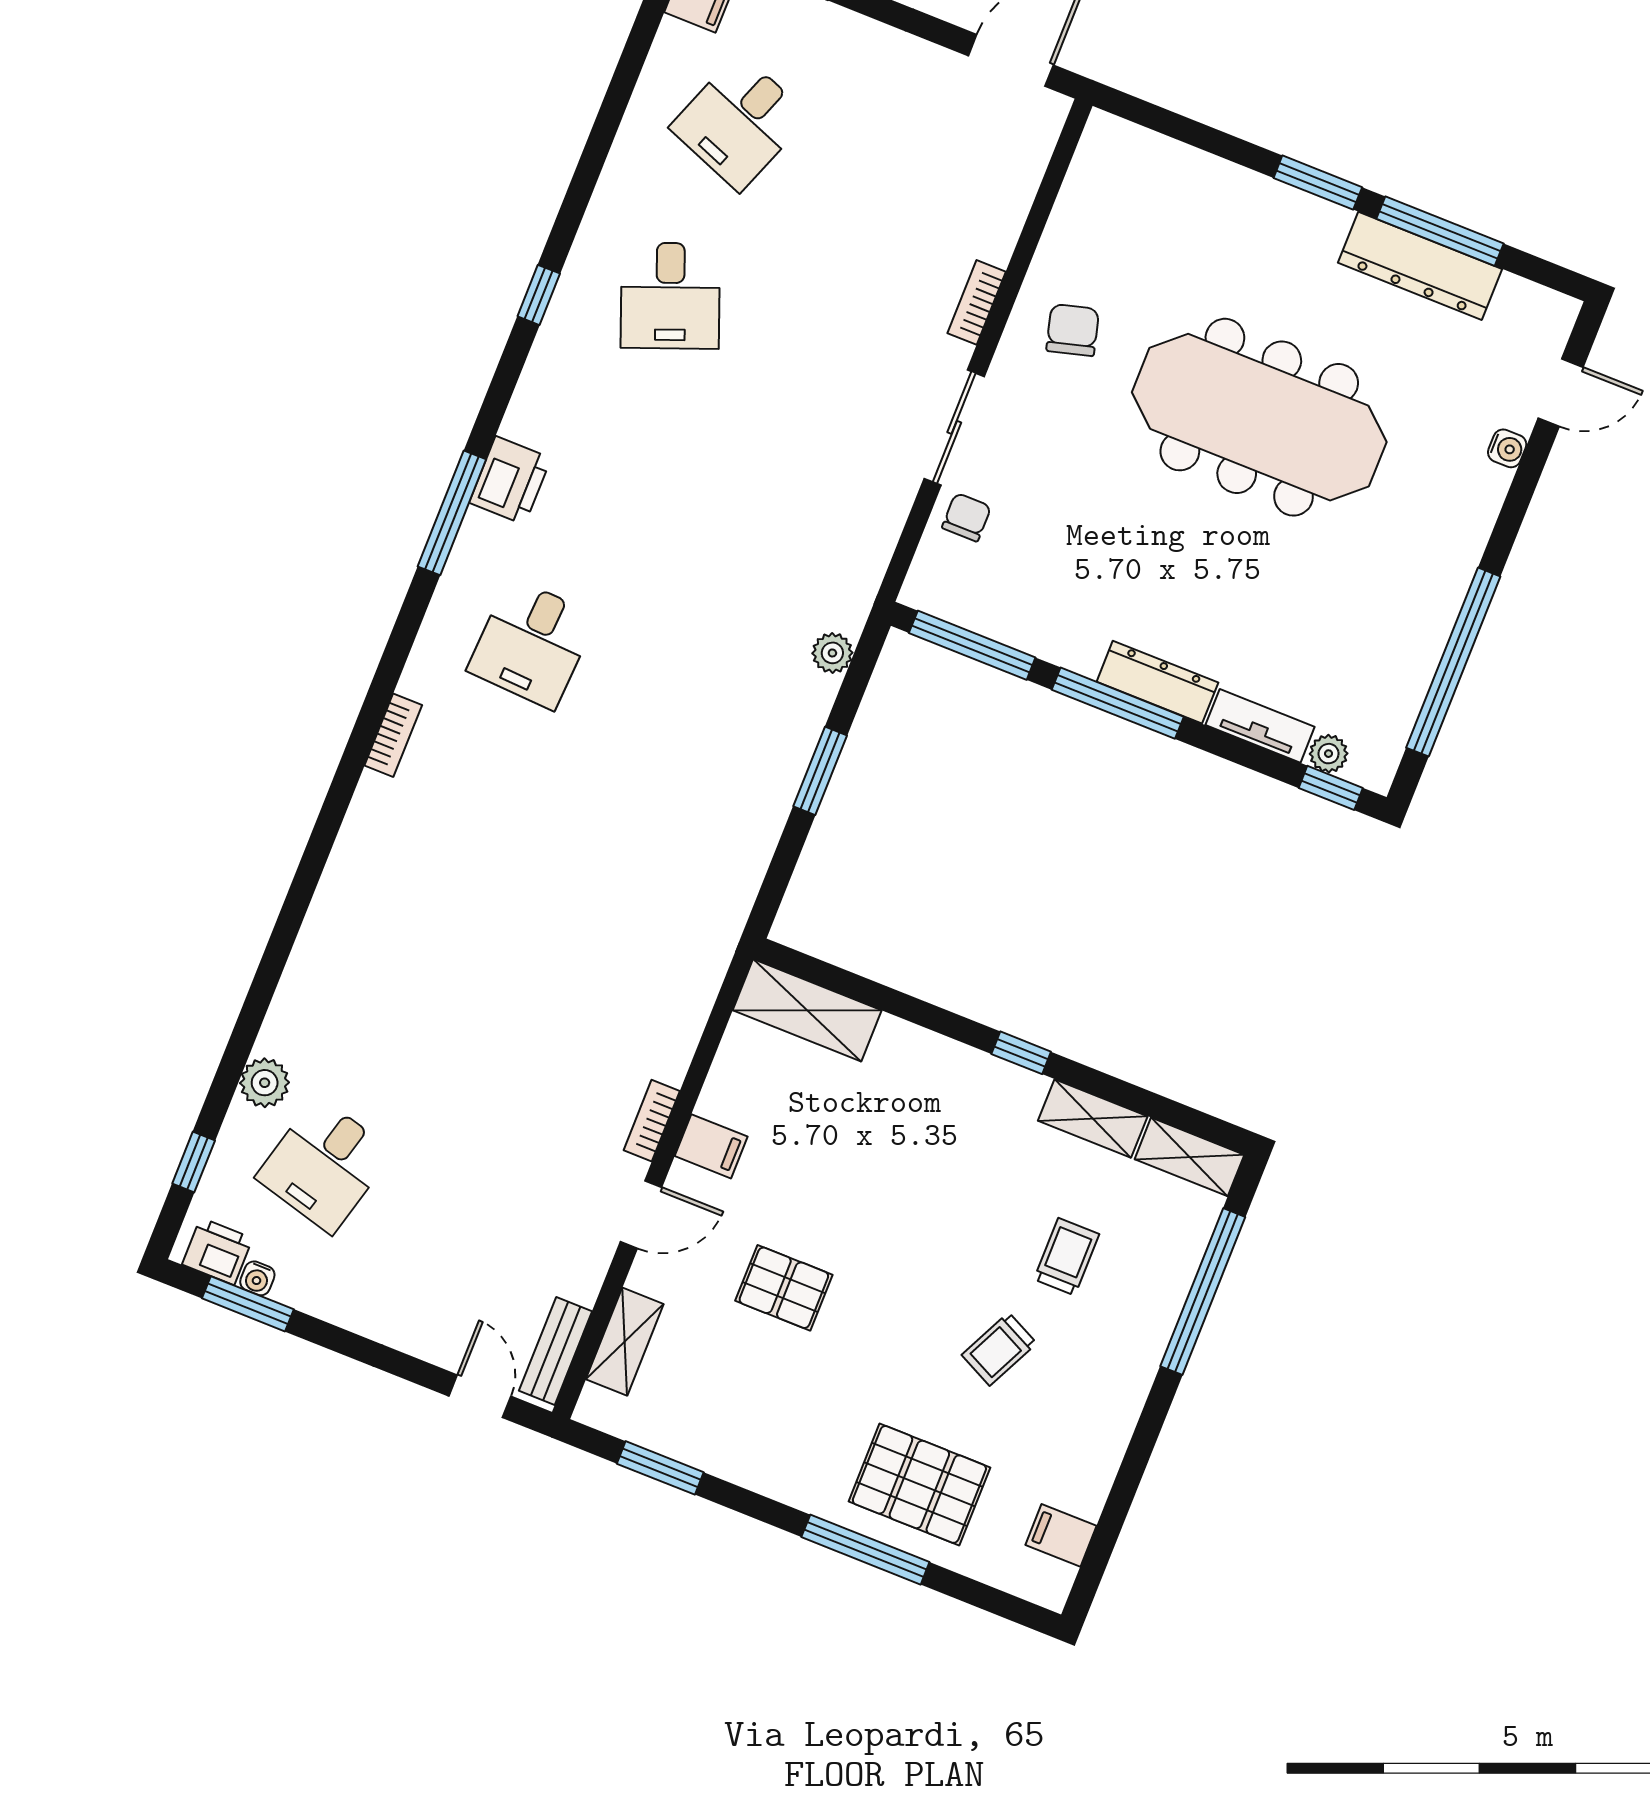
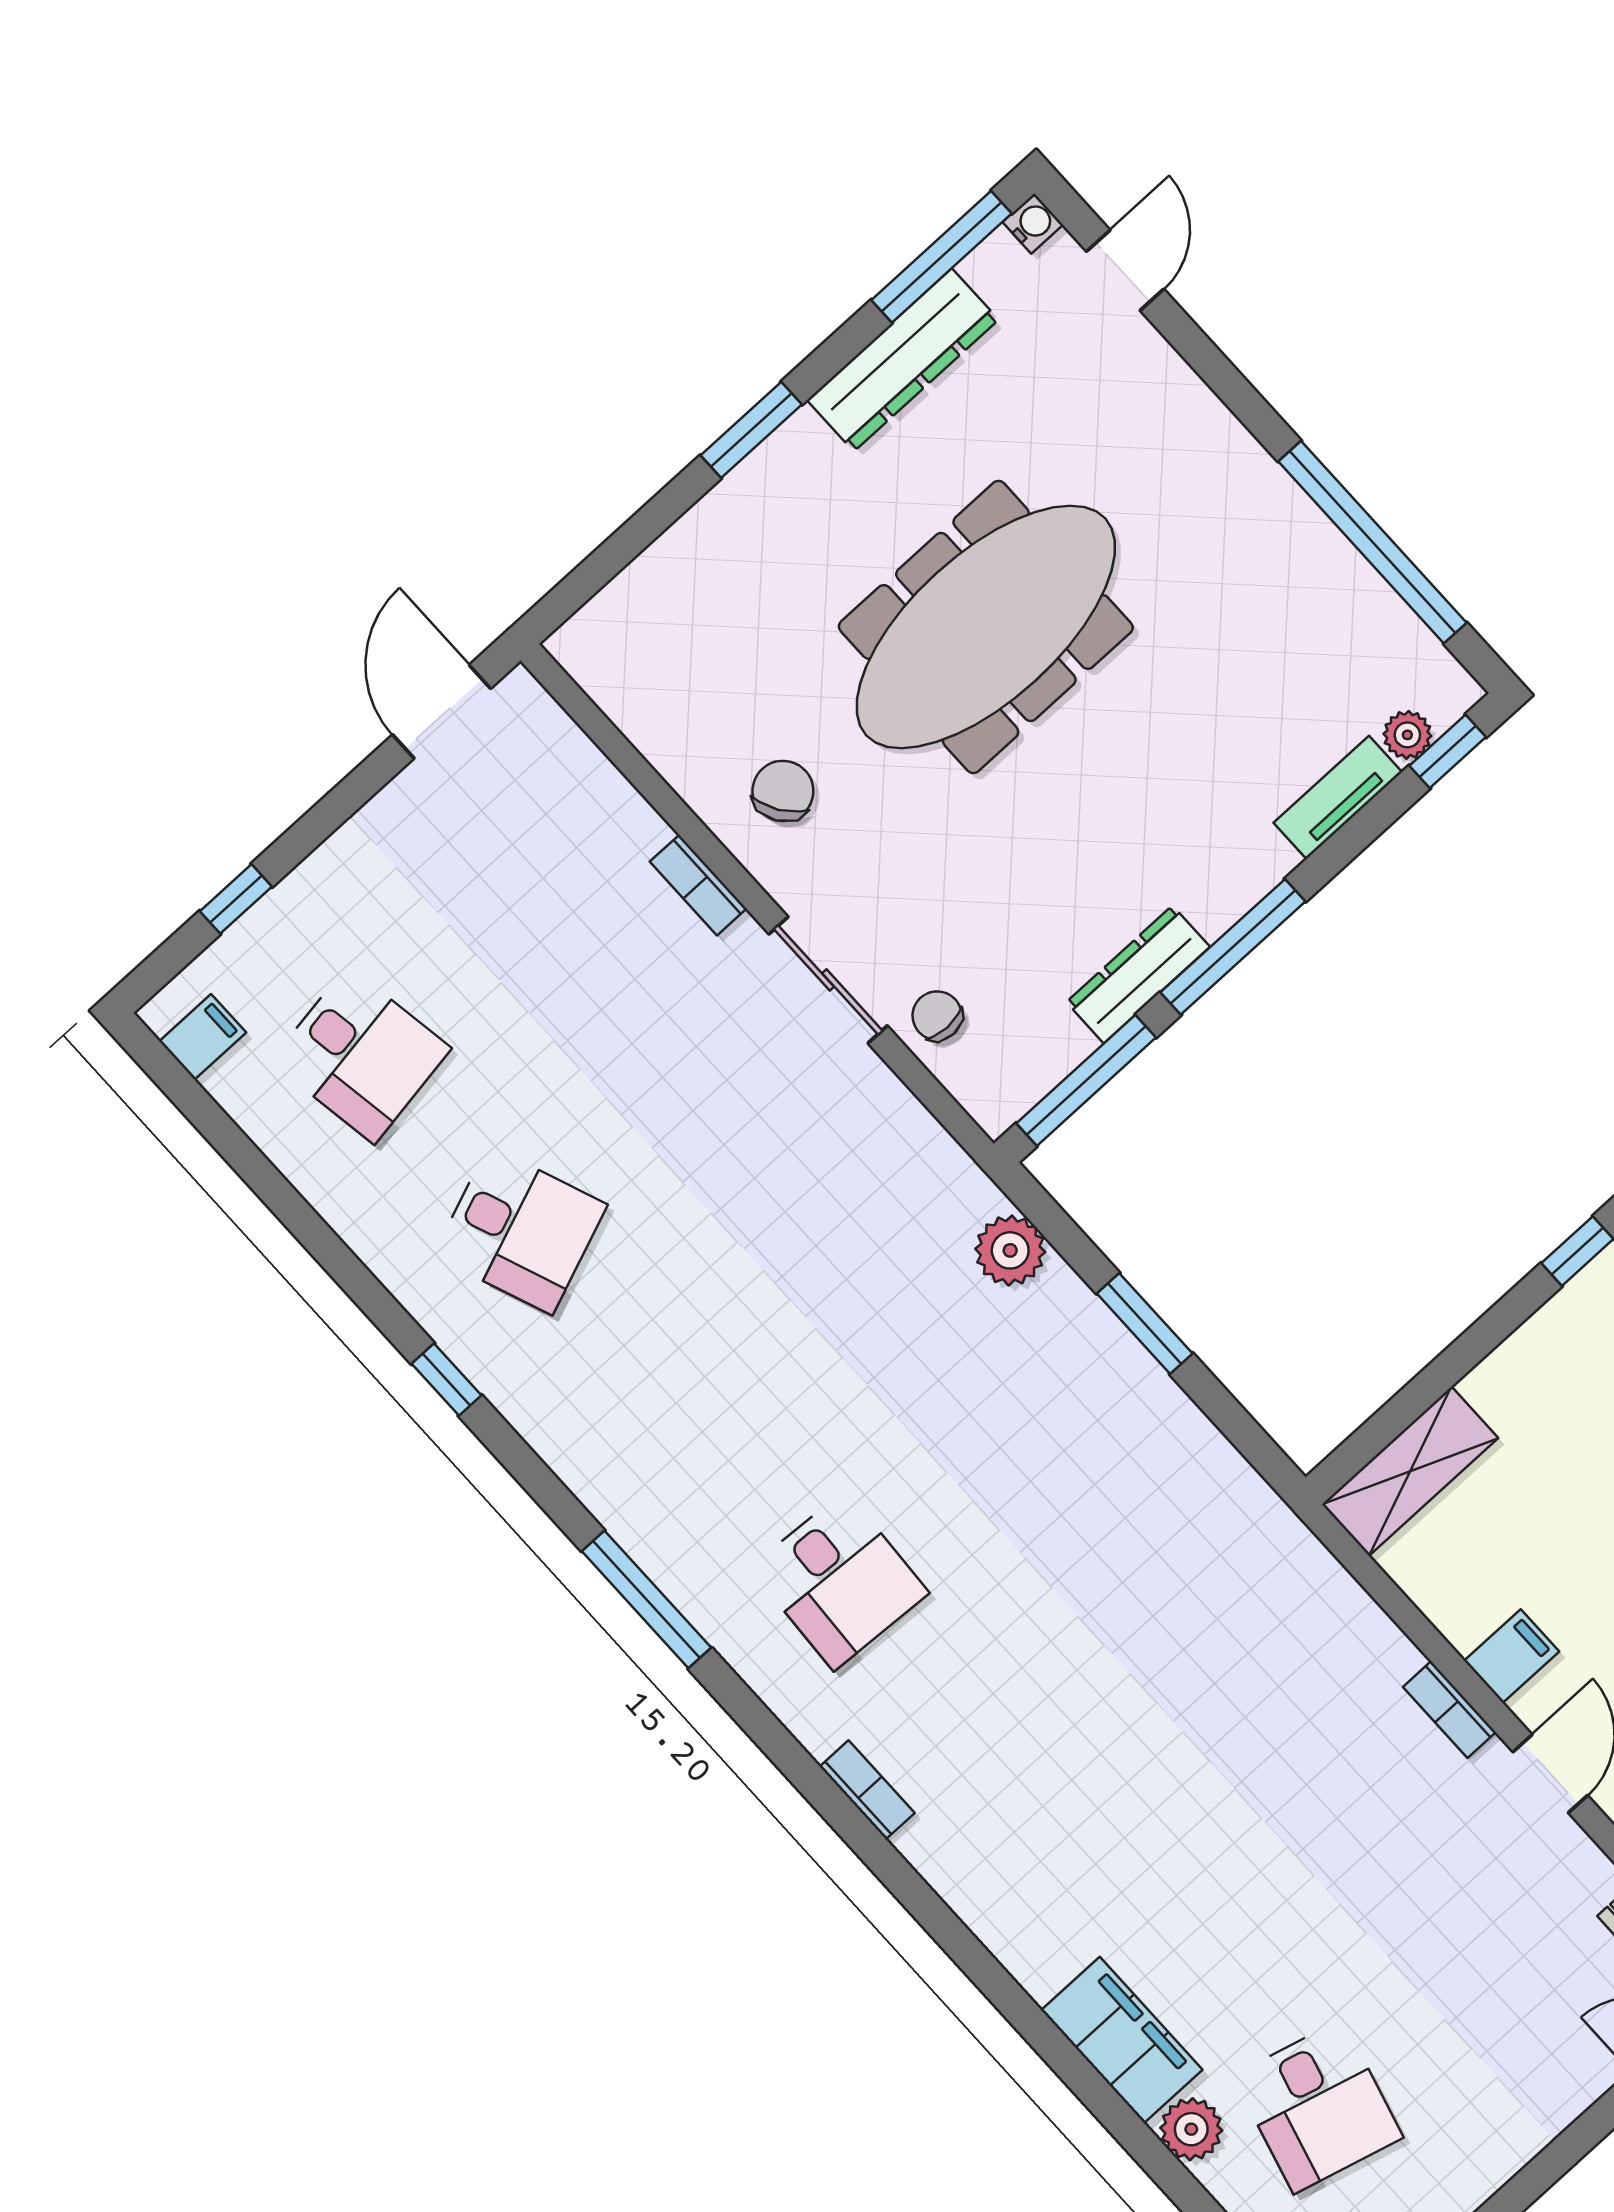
desk: (739, 122) -> (361, 1055), turned -30
window: (1440, 231) -> (942, 257), moved
chair: (1073, 330) -> (783, 791), turned 71
water cooler: (1507, 448) -> (1033, 223), moved
printer: (510, 480) -> (642, 1515), removed
plant: (832, 653) -> (1010, 1250), width x1.38, depth x1.38
dresser: (1157, 682) -> (1138, 974), moved
filing cabinet: (304, 1003) -> (1122, 2040), added

